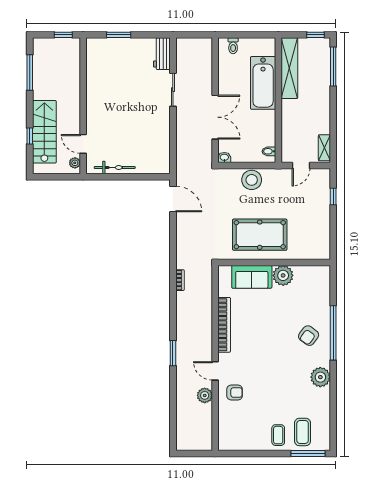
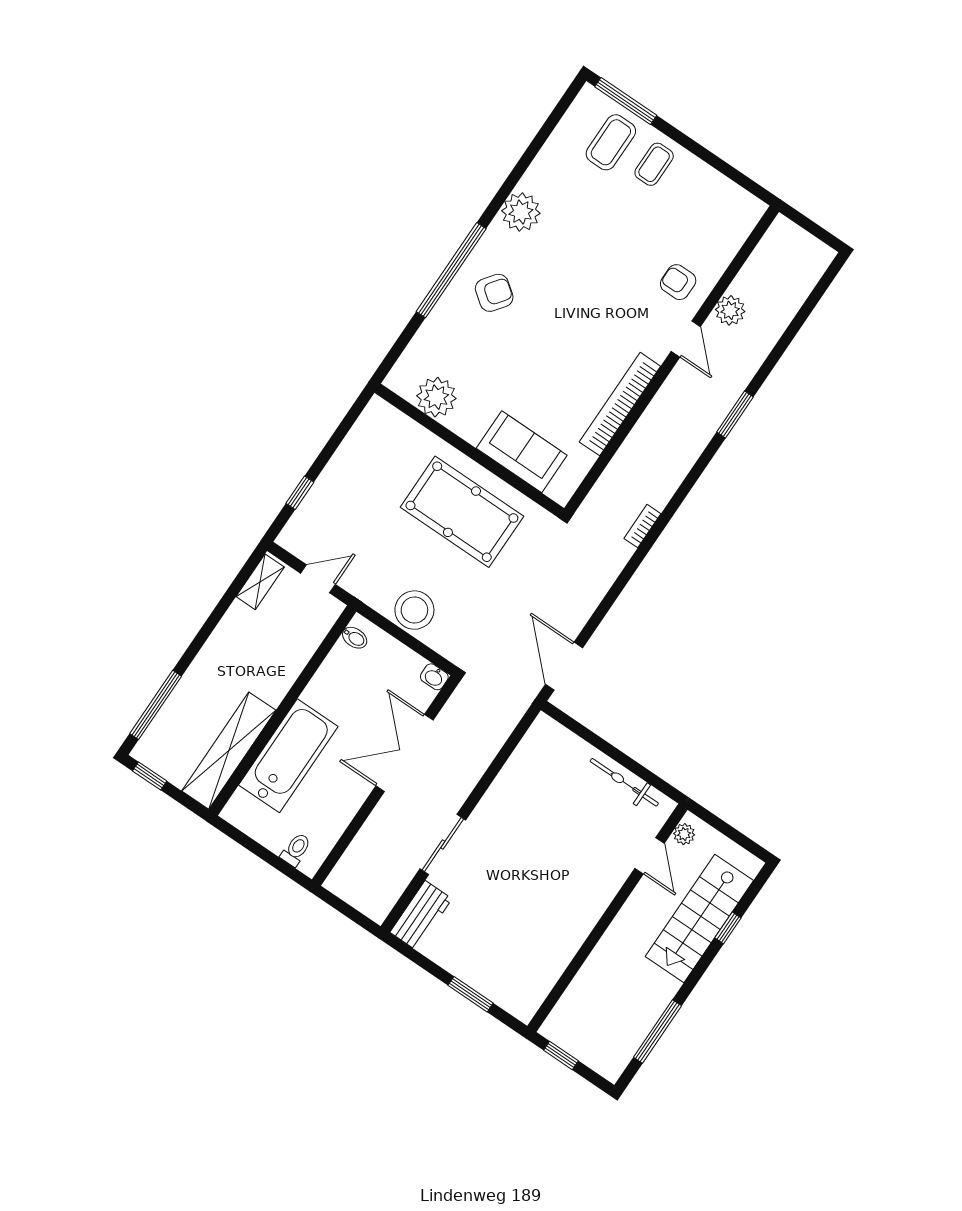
plant: (283, 275) -> (436, 397), moved

